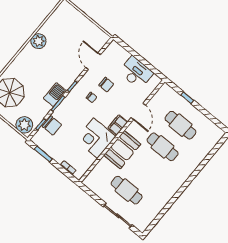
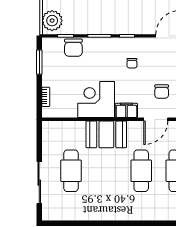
chair: (106, 85) -> (162, 92), moved
barbecue: (55, 95) -> (106, 26), removed

